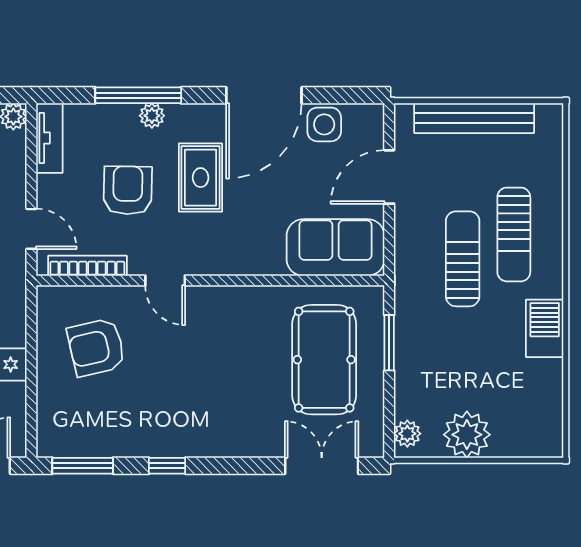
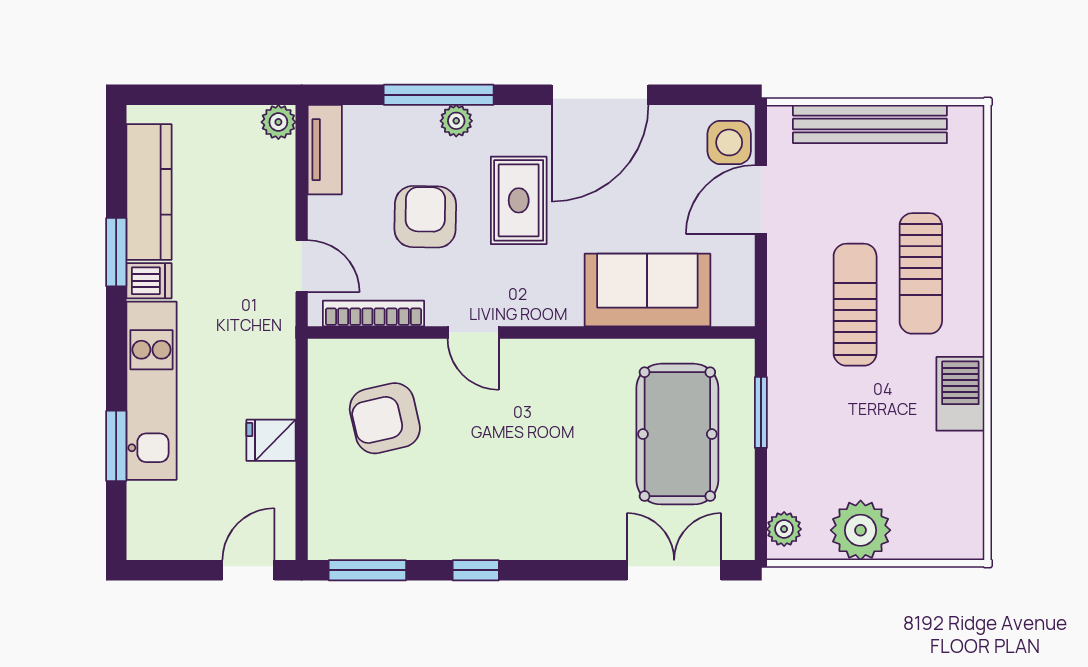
side table: (324, 124) -> (729, 142), moved
sofa: (335, 247) -> (647, 290), moved

